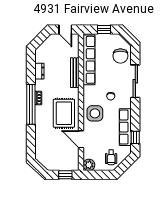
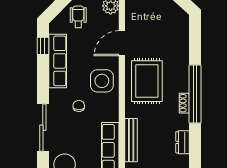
door: (81, 139) -> (122, 43), swing flipped

